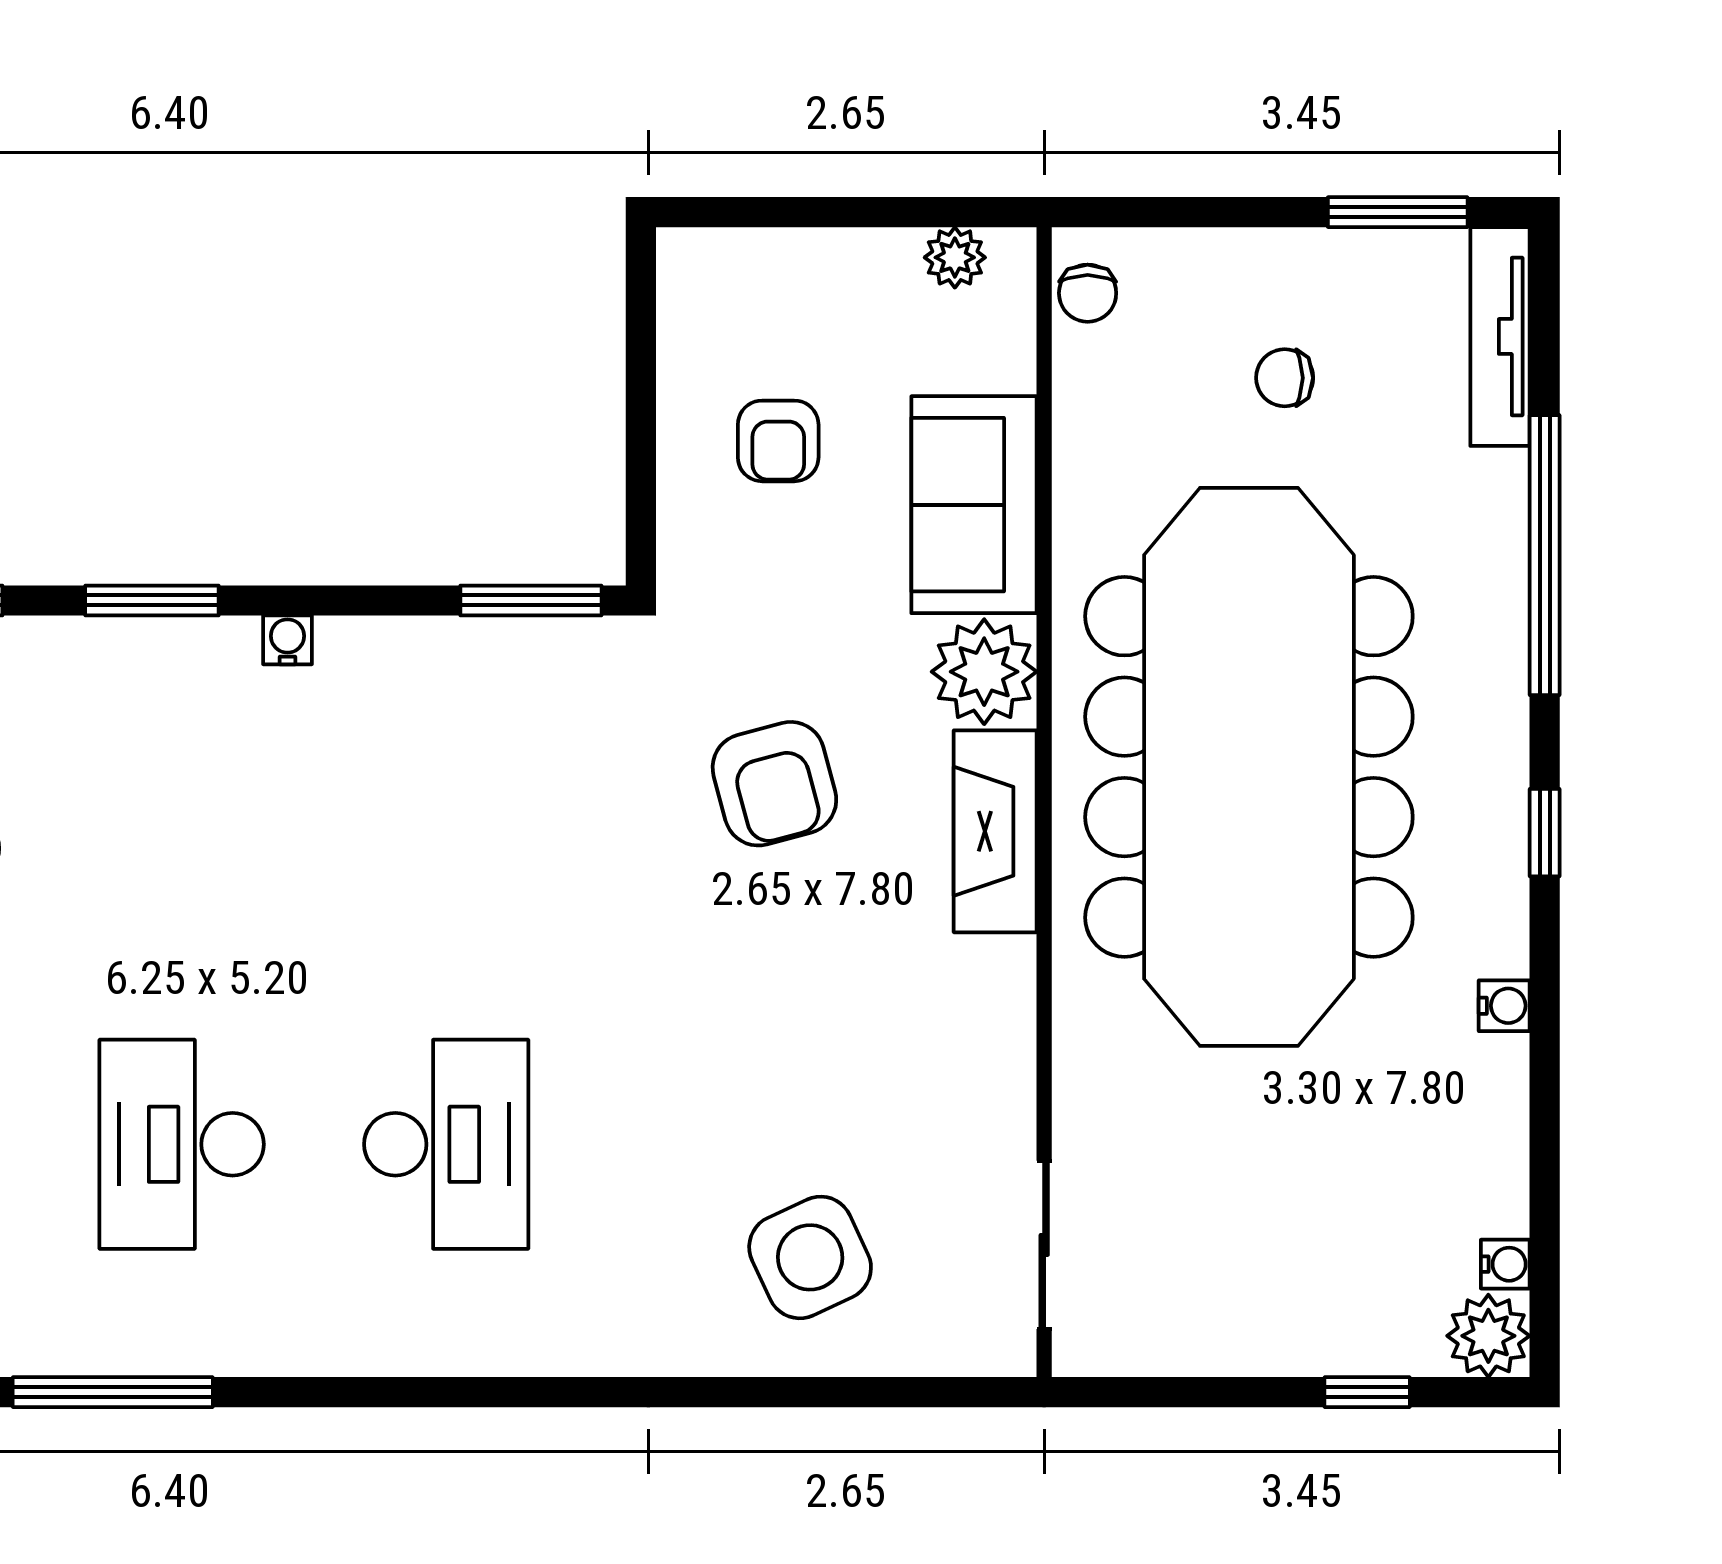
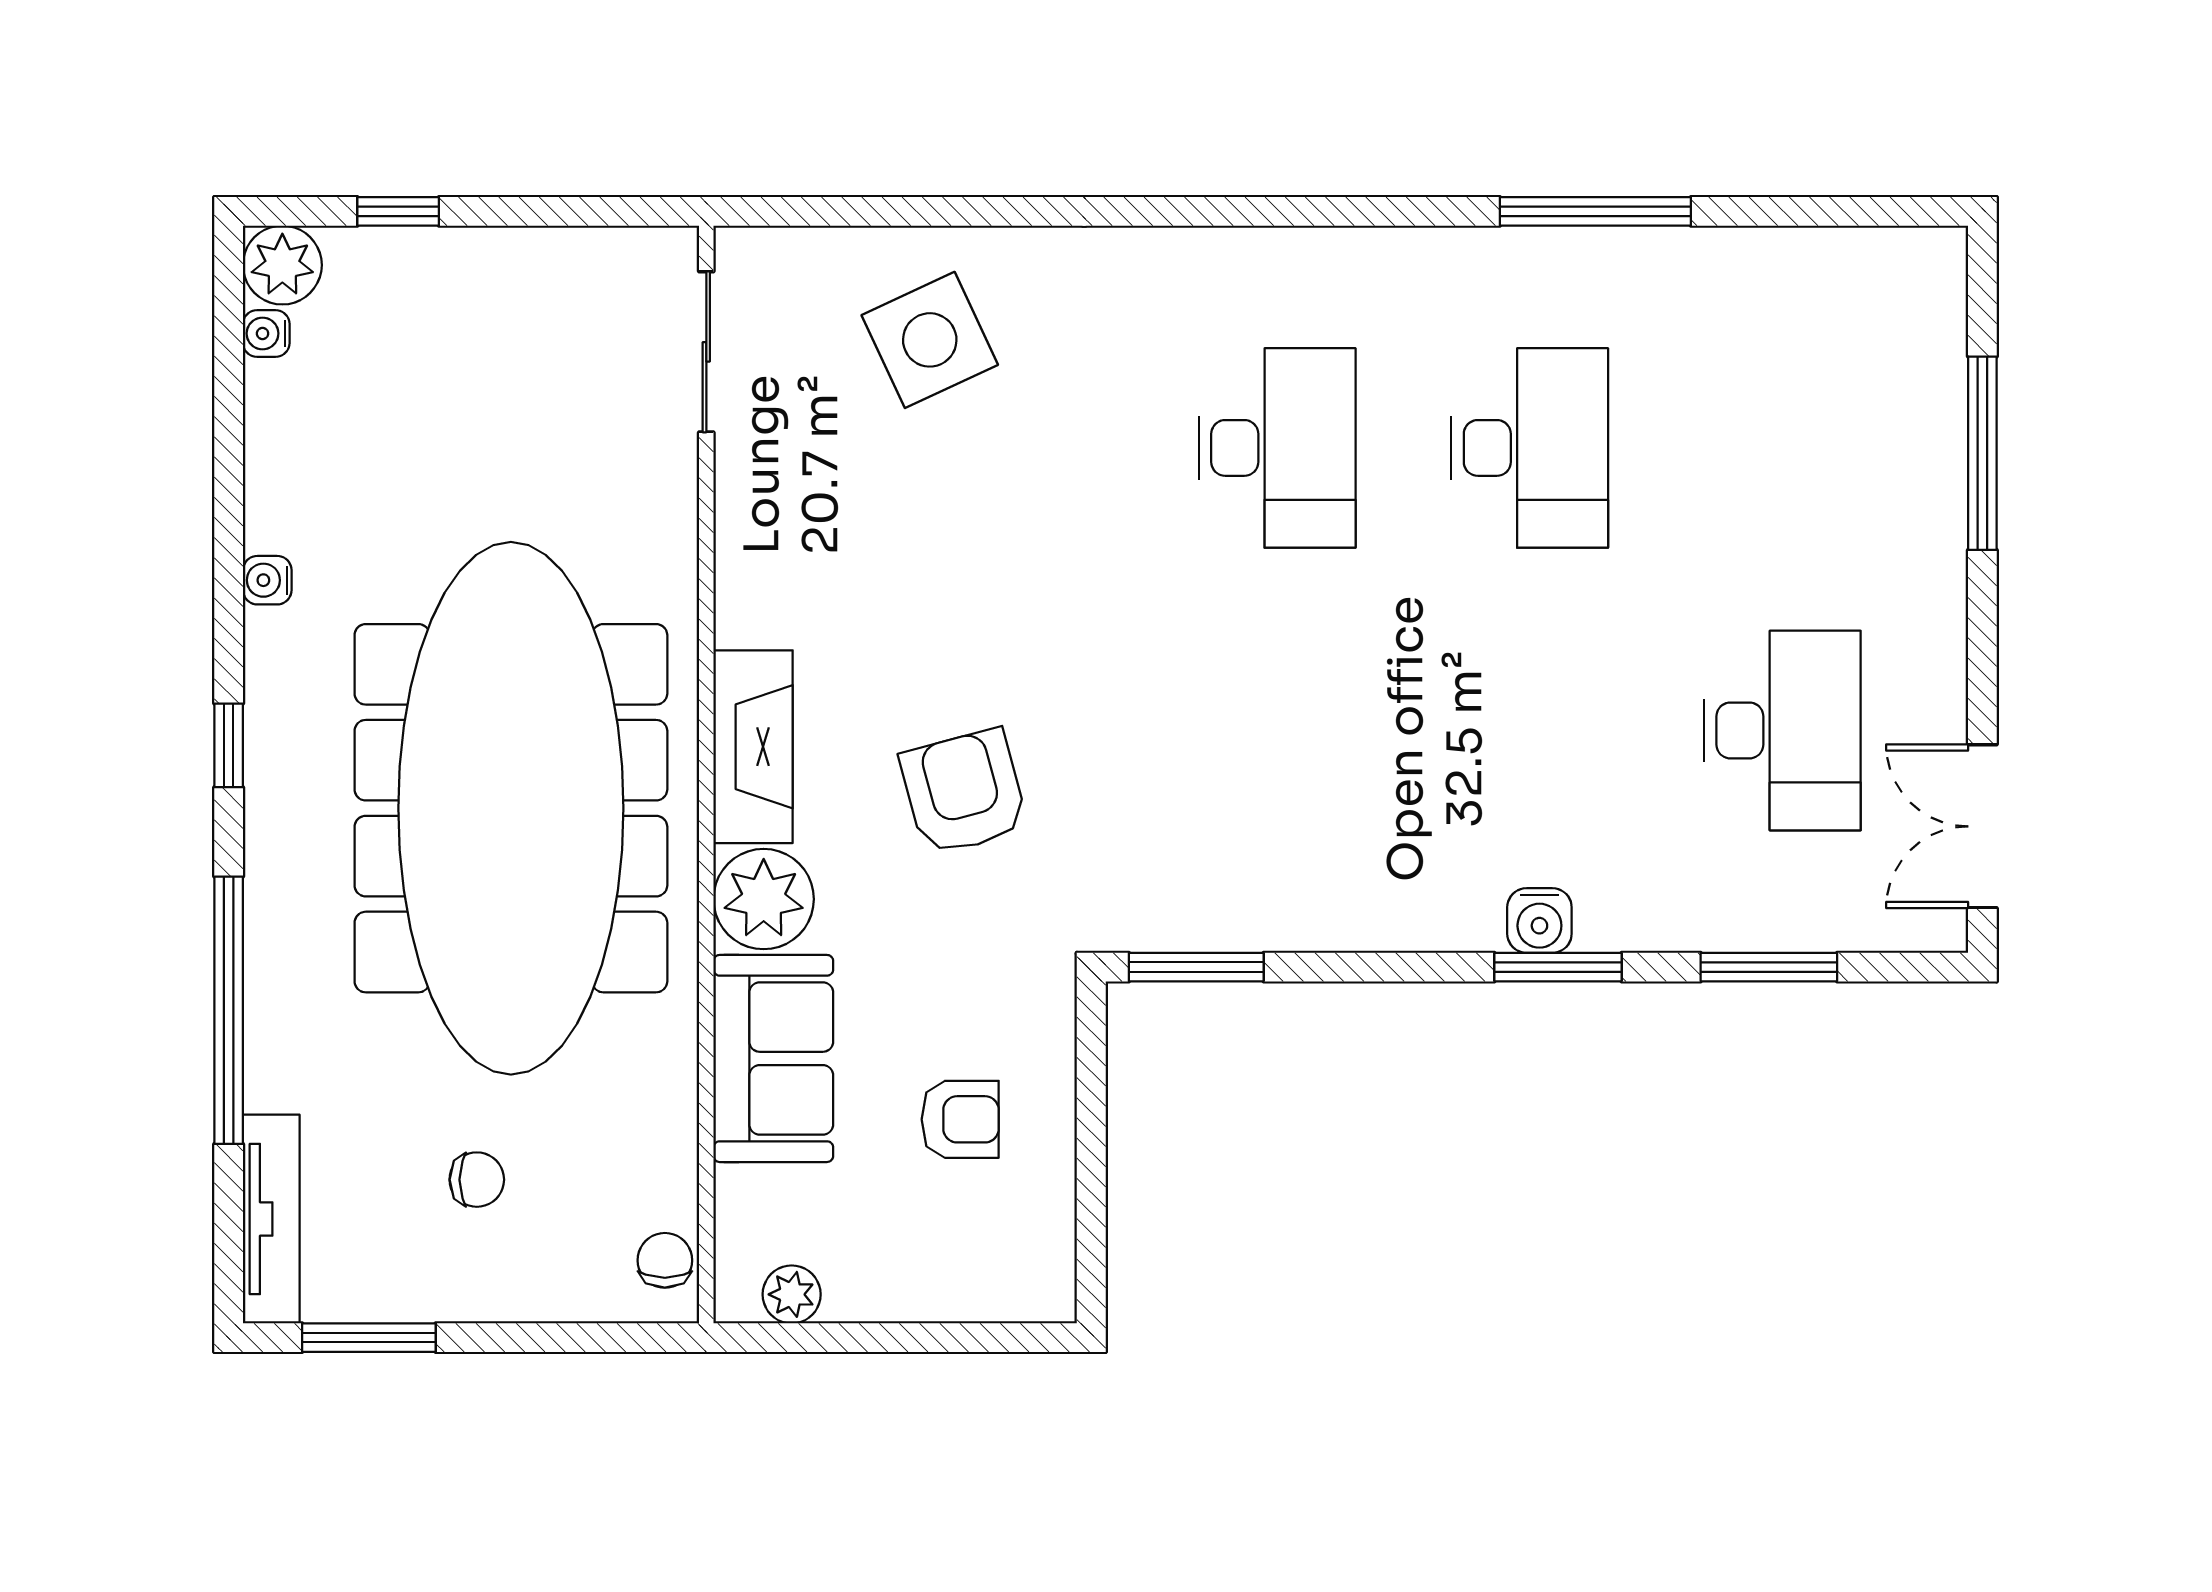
armchair: (778, 441) -> (960, 1119), turned 90
water cooler: (288, 640) -> (1539, 920), moved, width x1.38, depth x1.38
desk: (446, 1144) -> (1277, 448), turned 180

